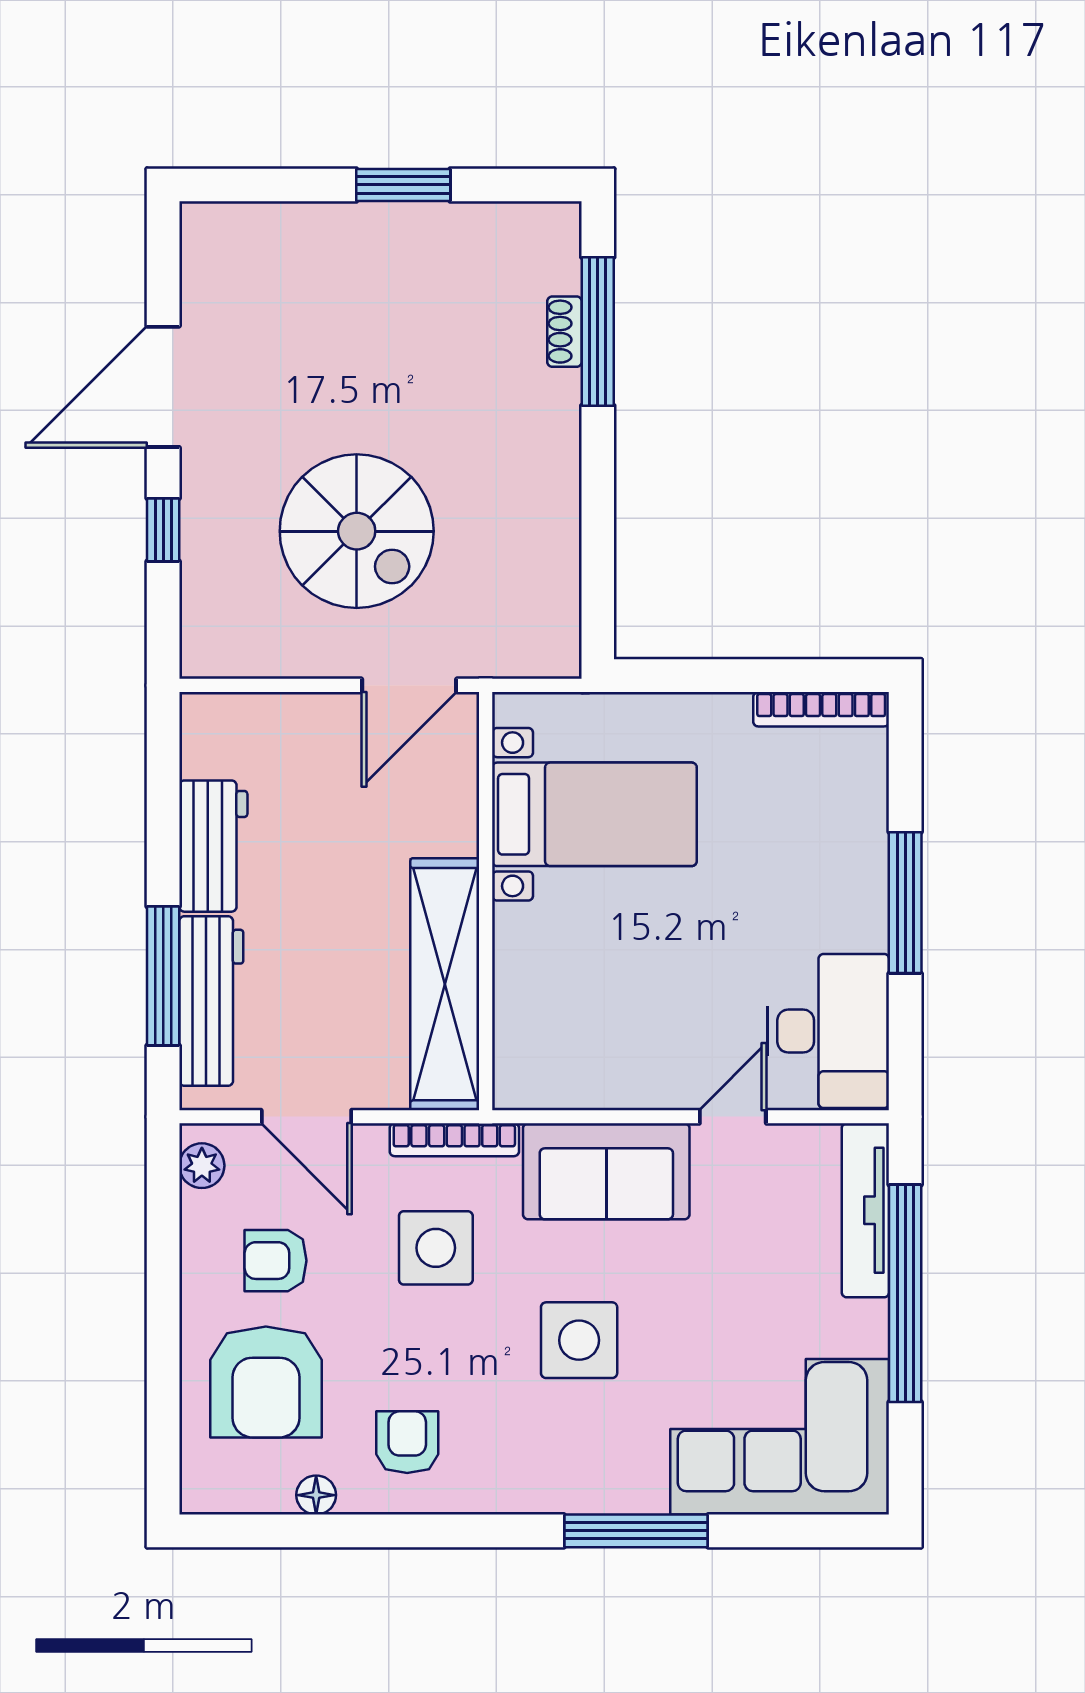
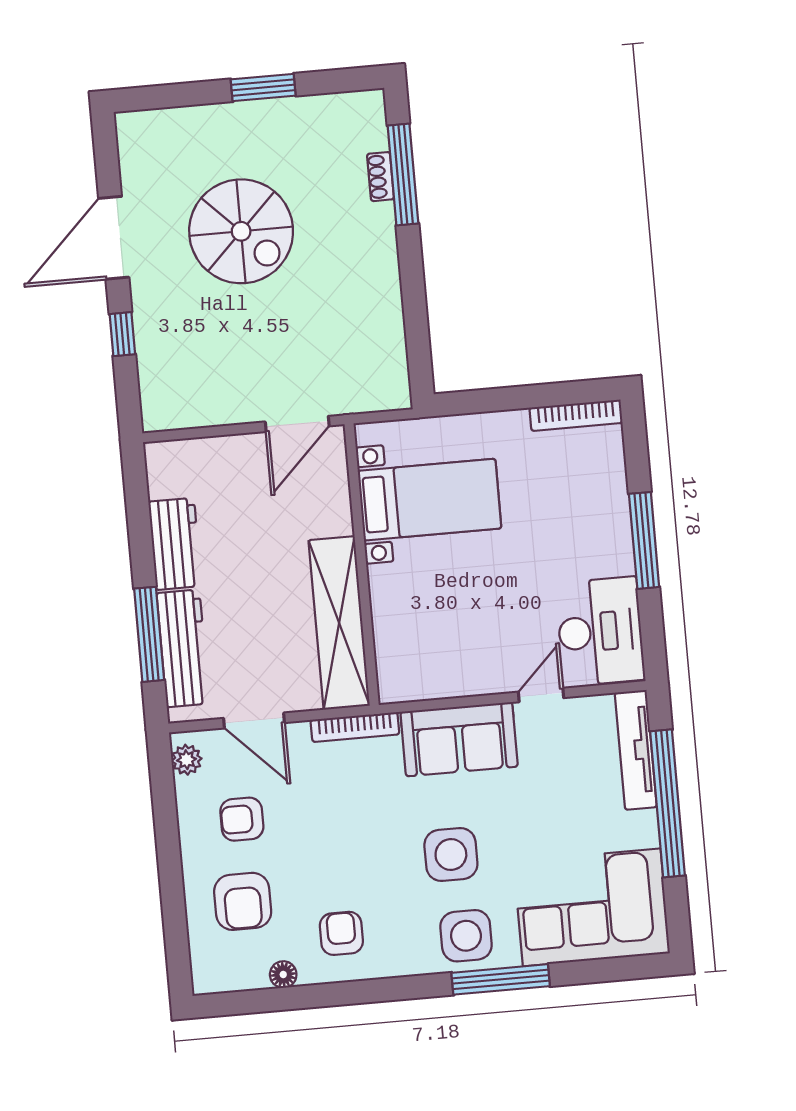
spiral stairs: (357, 531) -> (241, 231), moved
side table: (436, 1248) -> (466, 936), moved
armchair: (266, 1382) -> (243, 901), width x0.73, depth x0.73

